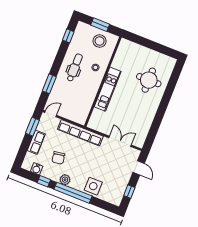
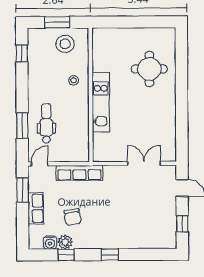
dental chair: (75, 68) -> (46, 123), moved
row of seats: (80, 133) -> (80, 173), width x0.73
plant: (65, 180) -> (65, 242), moved
side table: (93, 186) -> (133, 235), removed
window: (73, 193) -> (110, 255), width x0.32

